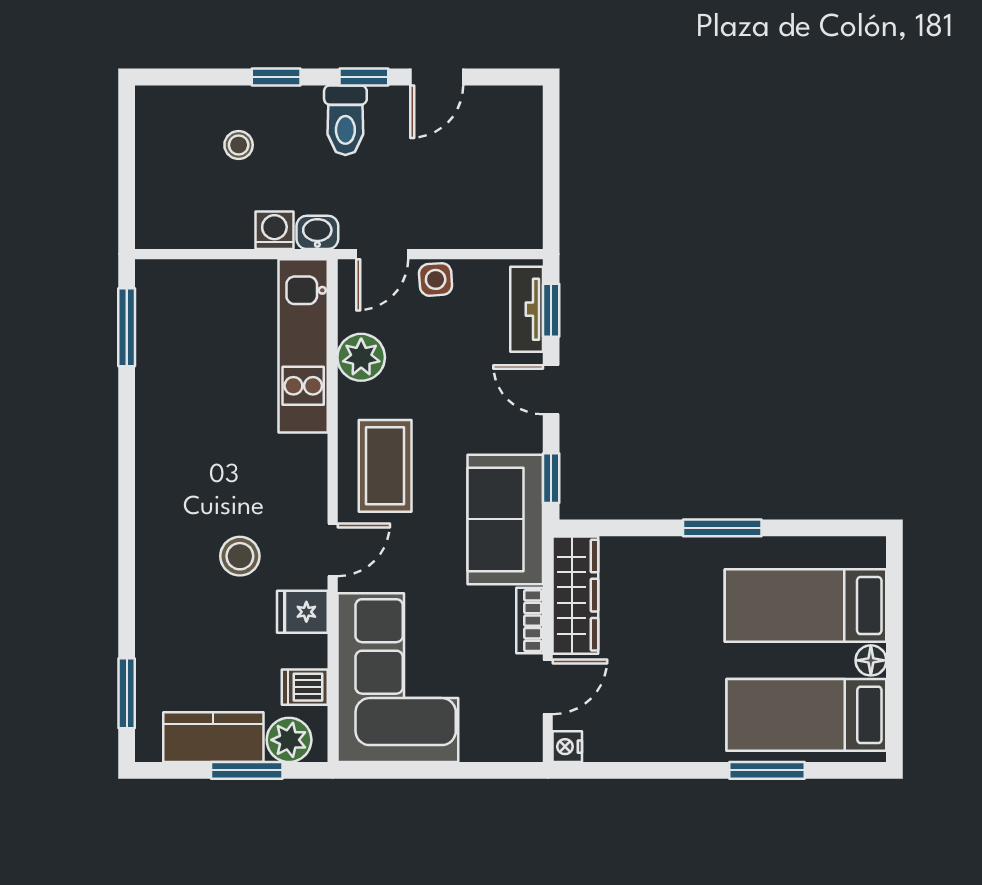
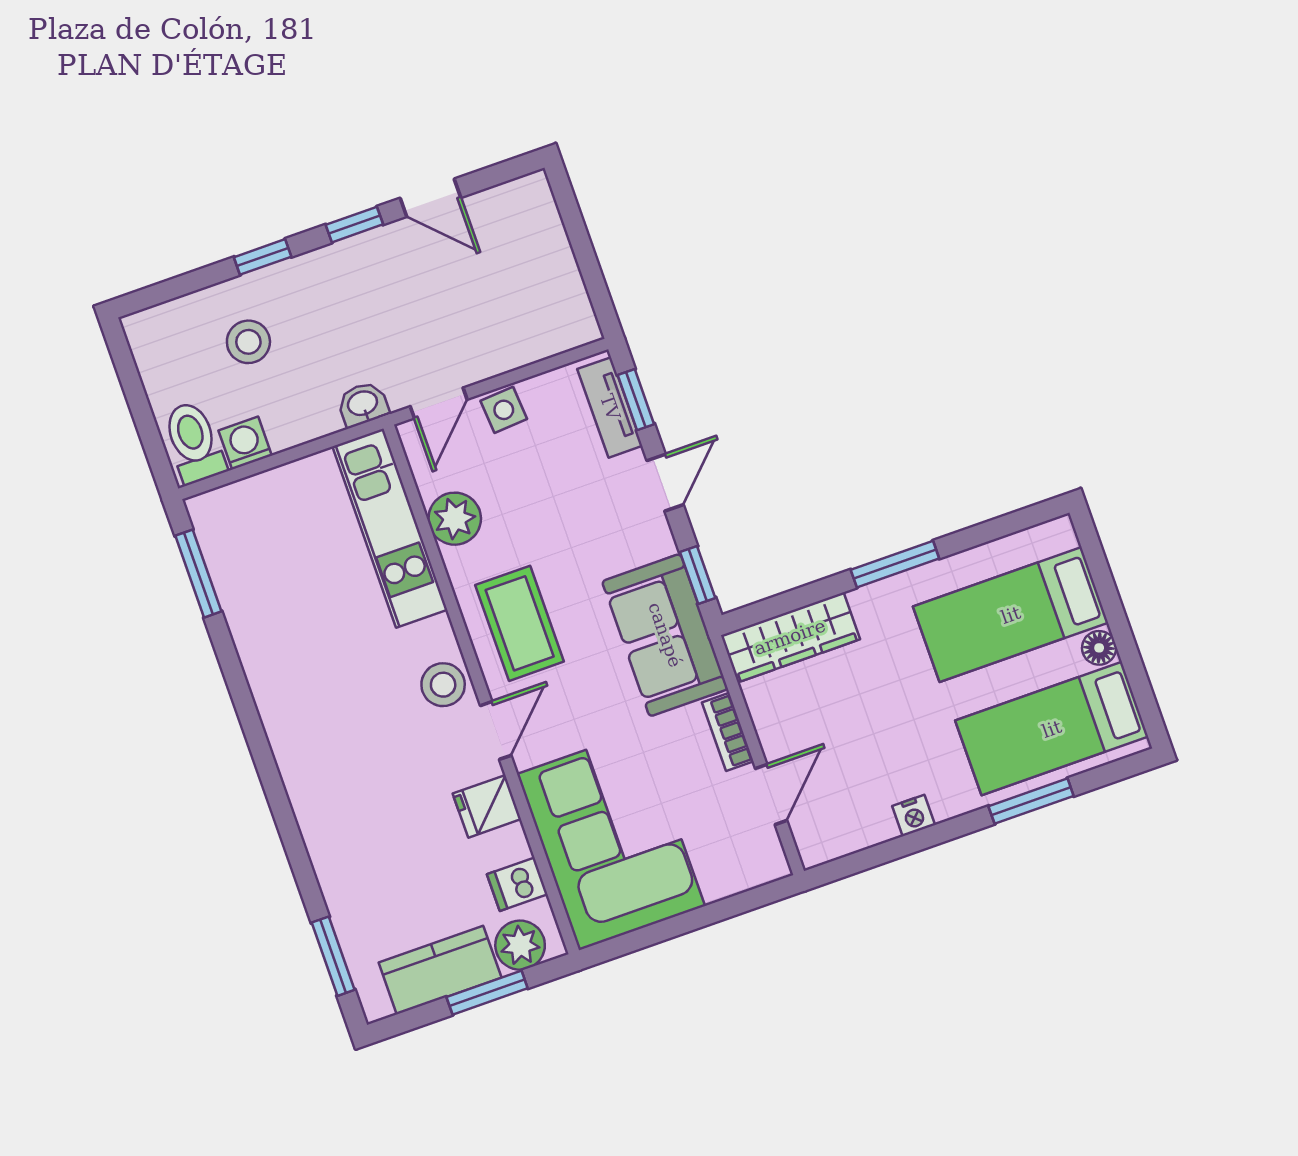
door: (437, 77) -> (430, 198), hinge flipped
toilet: (345, 120) -> (194, 442), moved, turned 180
stool: (239, 145) -> (248, 342), width x1.37, depth x1.37
washing machine: (274, 230) -> (245, 443), moved
door: (551, 390) -> (665, 483), swing flipped
stool: (240, 556) -> (443, 685), moved
wardrobe: (575, 595) -> (790, 637), moved, turned 90
nightstand: (567, 747) -> (914, 816), moved, turned -90

